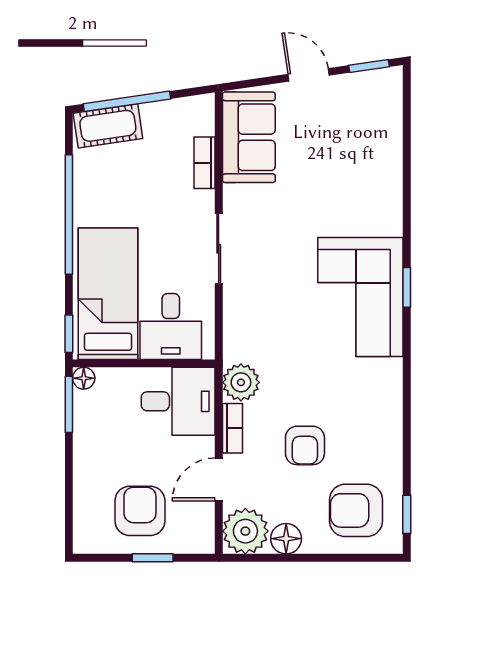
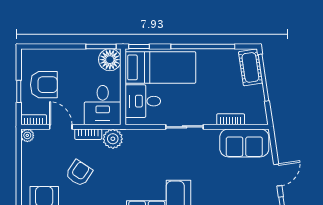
floor lamp: (84, 378) -> (110, 60), width x1.89, depth x1.89
armchair: (305, 445) -> (79, 173), turned 124
bookcase: (205, 530) -> (34, 120), added
plant: (245, 531) -> (27, 135), width x0.53, depth x0.53
floor lamp: (286, 539) -> (29, 163), removed

